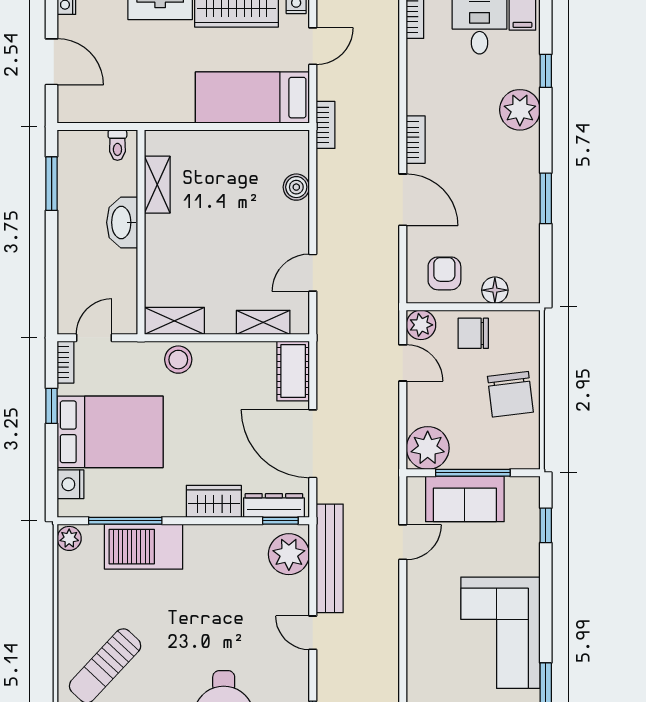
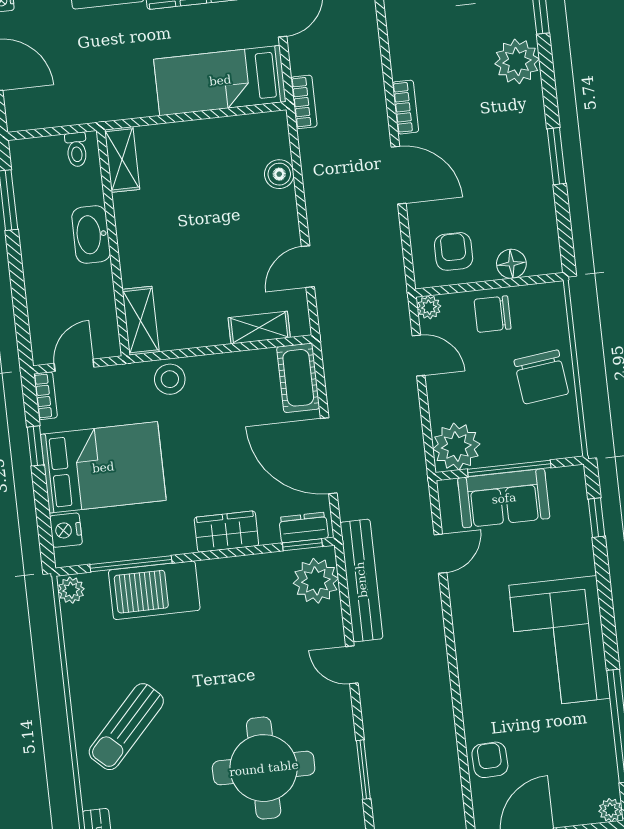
shelving: (157, 185) -> (122, 159), moved
shelving: (174, 321) -> (141, 321), moved, turned 90
plant: (421, 325) -> (429, 307), width x0.73, depth x0.73
dresser: (274, 505) -> (304, 528), width x0.70

